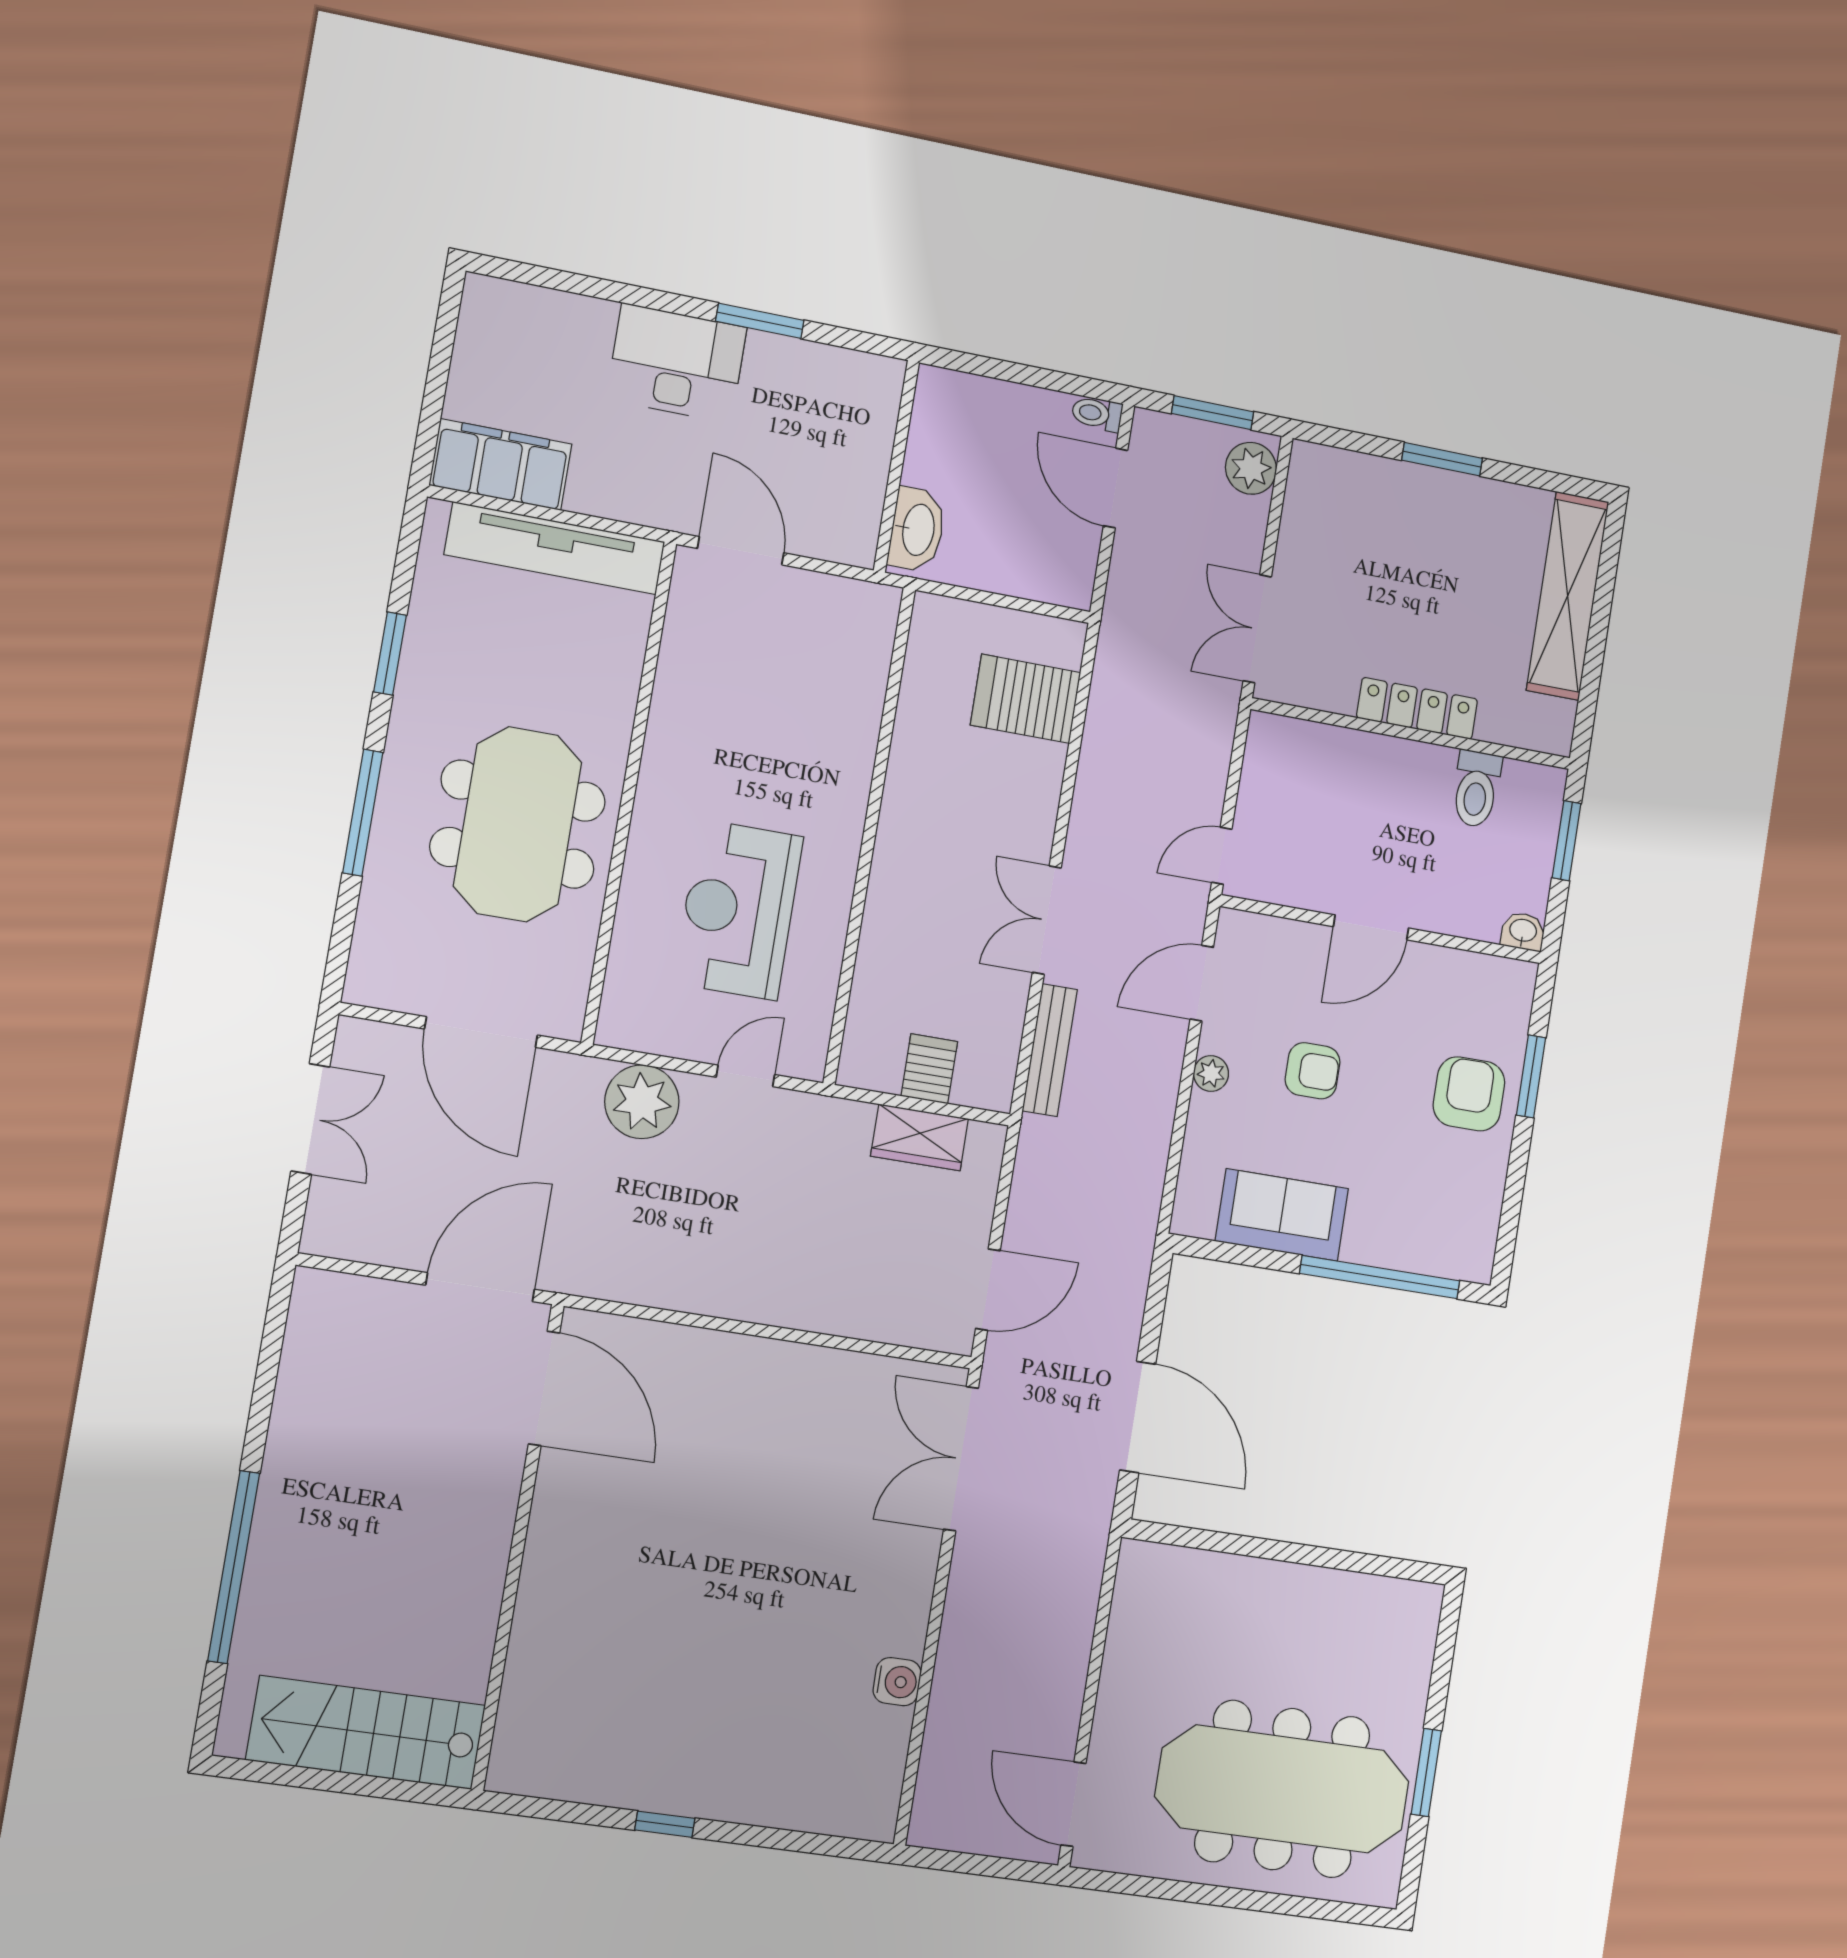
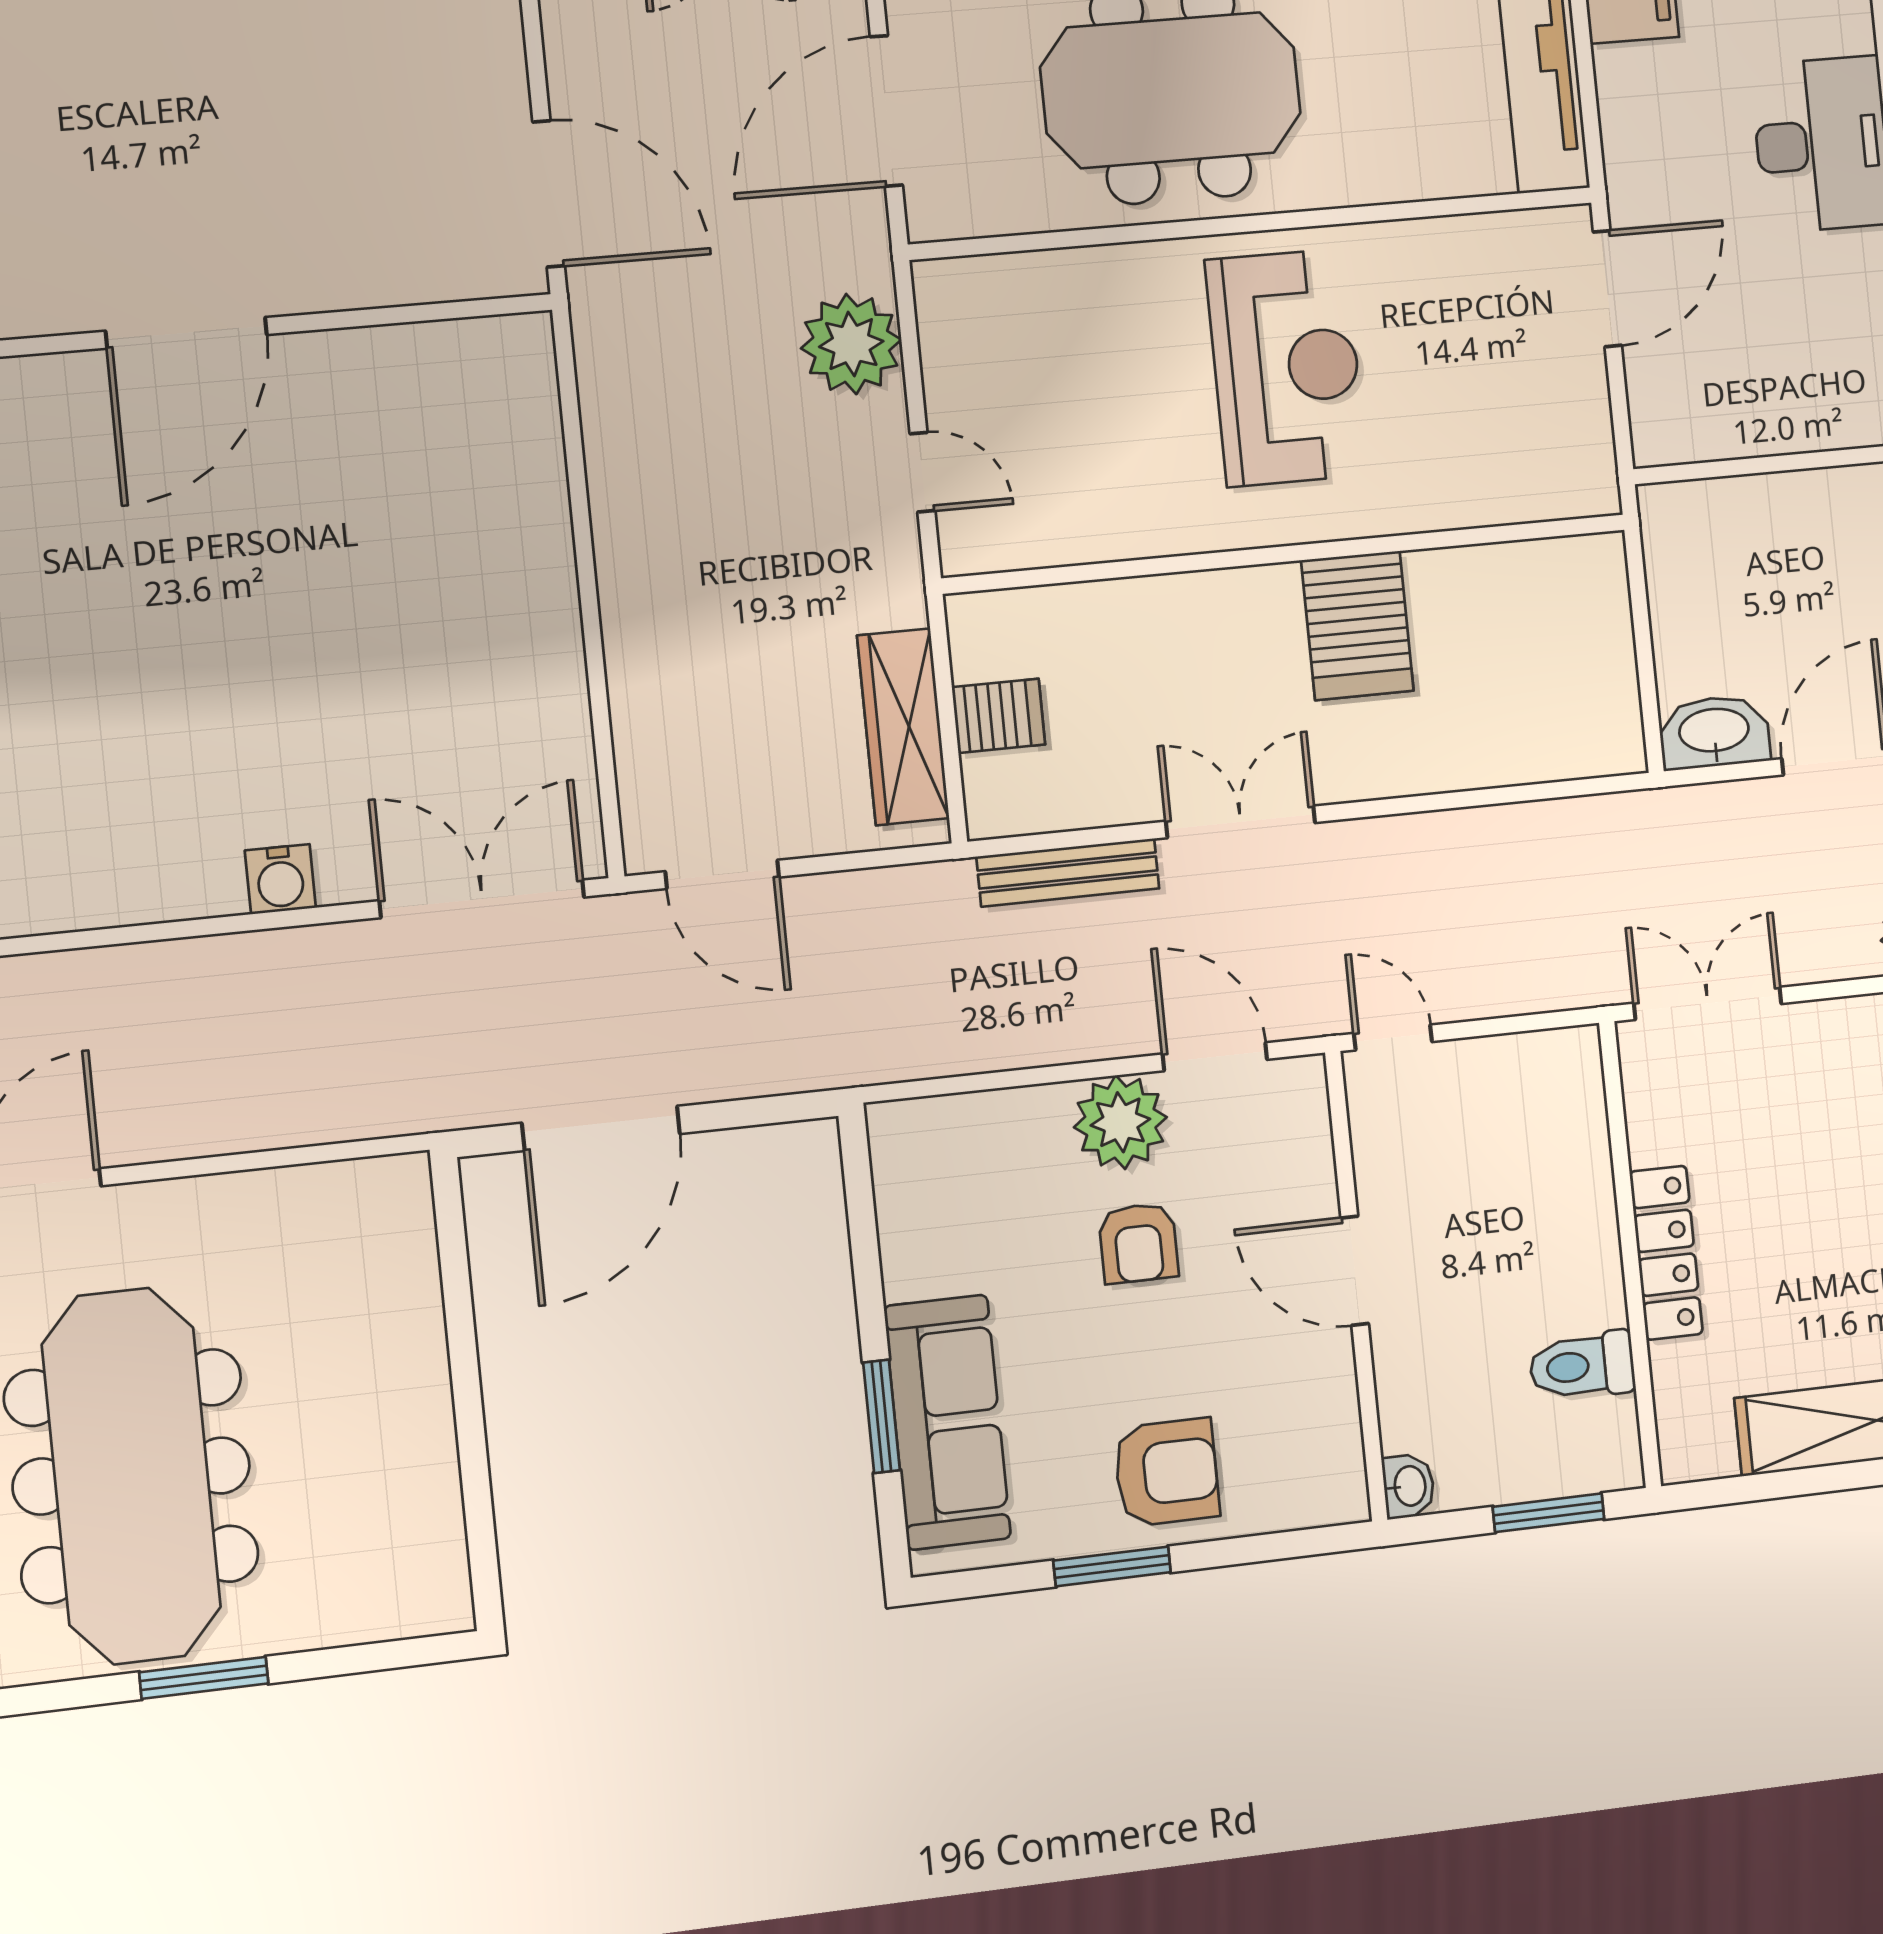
washbasin: (917, 530) -> (1714, 732), moved, turned 180
server rack: (1026, 699) -> (1357, 626), moved, turned 180
reception desk: (739, 910) -> (1286, 368), moved, turned 90
plant: (1211, 1073) -> (1120, 1122), width x1.88, depth x1.88
window: (1531, 1076) -> (1112, 1566), moved
wardrobe: (920, 1137) -> (903, 727), width x1.50
sofa: (1282, 1215) -> (947, 1422), moved, width x1.36
window: (1380, 1277) -> (881, 1416), width x0.47
door: (544, 1388) -> (186, 333), moved
water cooler: (897, 1682) -> (280, 879), moved

